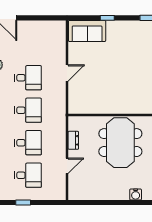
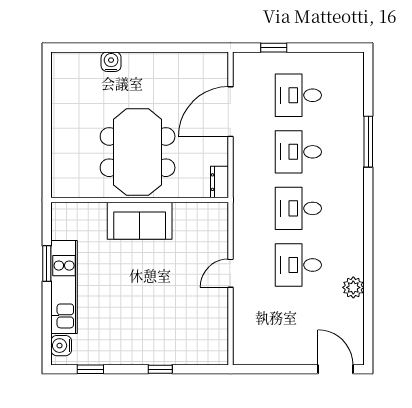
sofa: (87, 31) -> (140, 221), moved, turned 180
dresser: (73, 140) -> (219, 182), moved
door: (67, 166) -> (230, 112), width x1.87
window: (23, 203) -> (274, 48), moved

